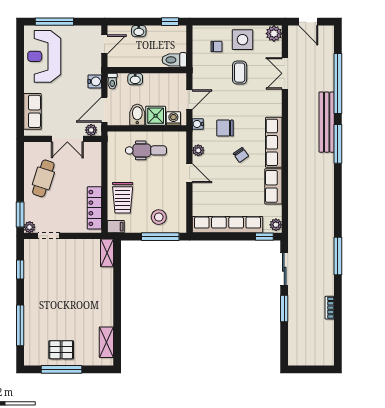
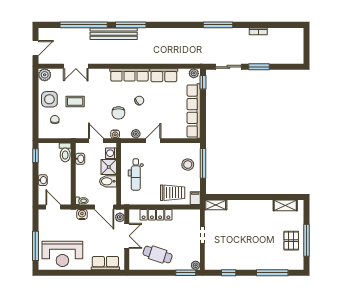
washbasin: (135, 79) -> (80, 159), moved
dental chair: (146, 150) -> (136, 175), turned 180
locker: (94, 208) -> (156, 215), moved
doorway: (49, 236) -> (202, 235), moved

